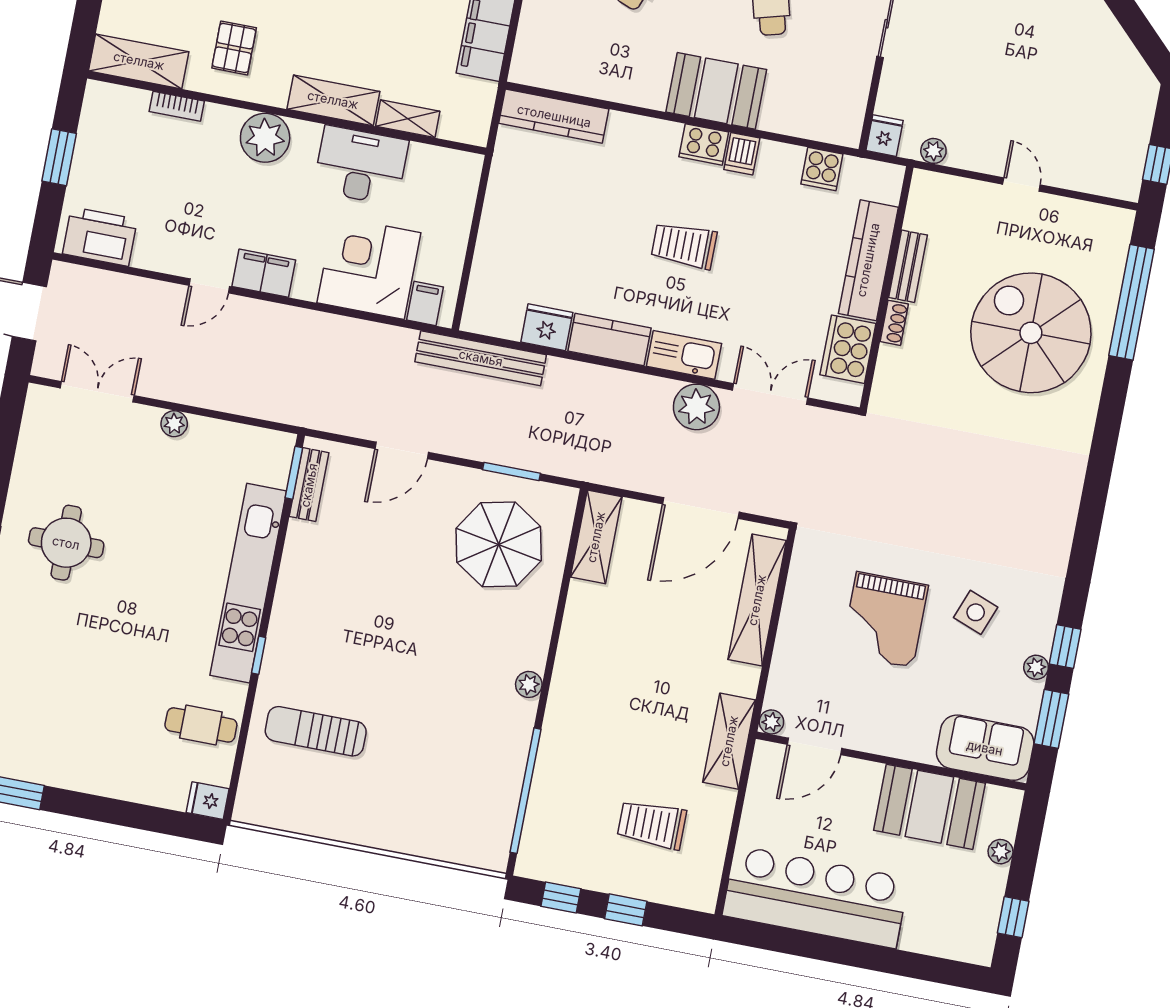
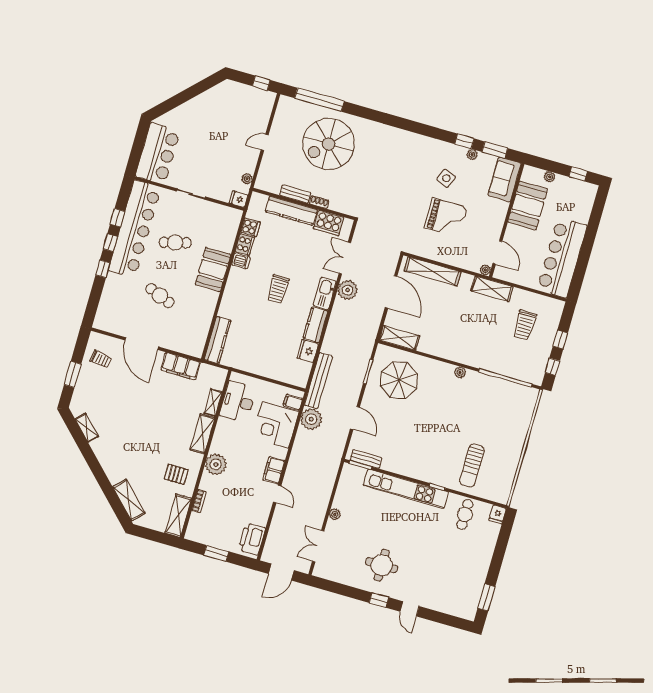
cooker: (704, 144) -> (245, 244), moved
desk: (361, 165) -> (238, 402), moved
plant: (390, 349) -> (311, 419), added

